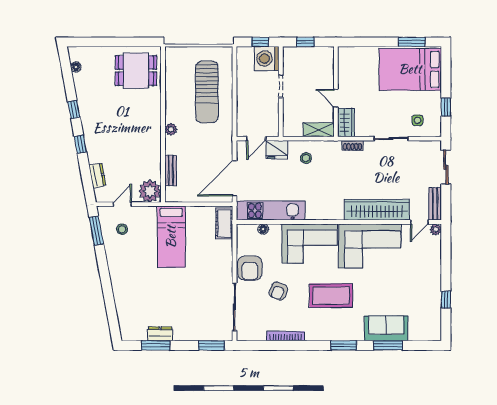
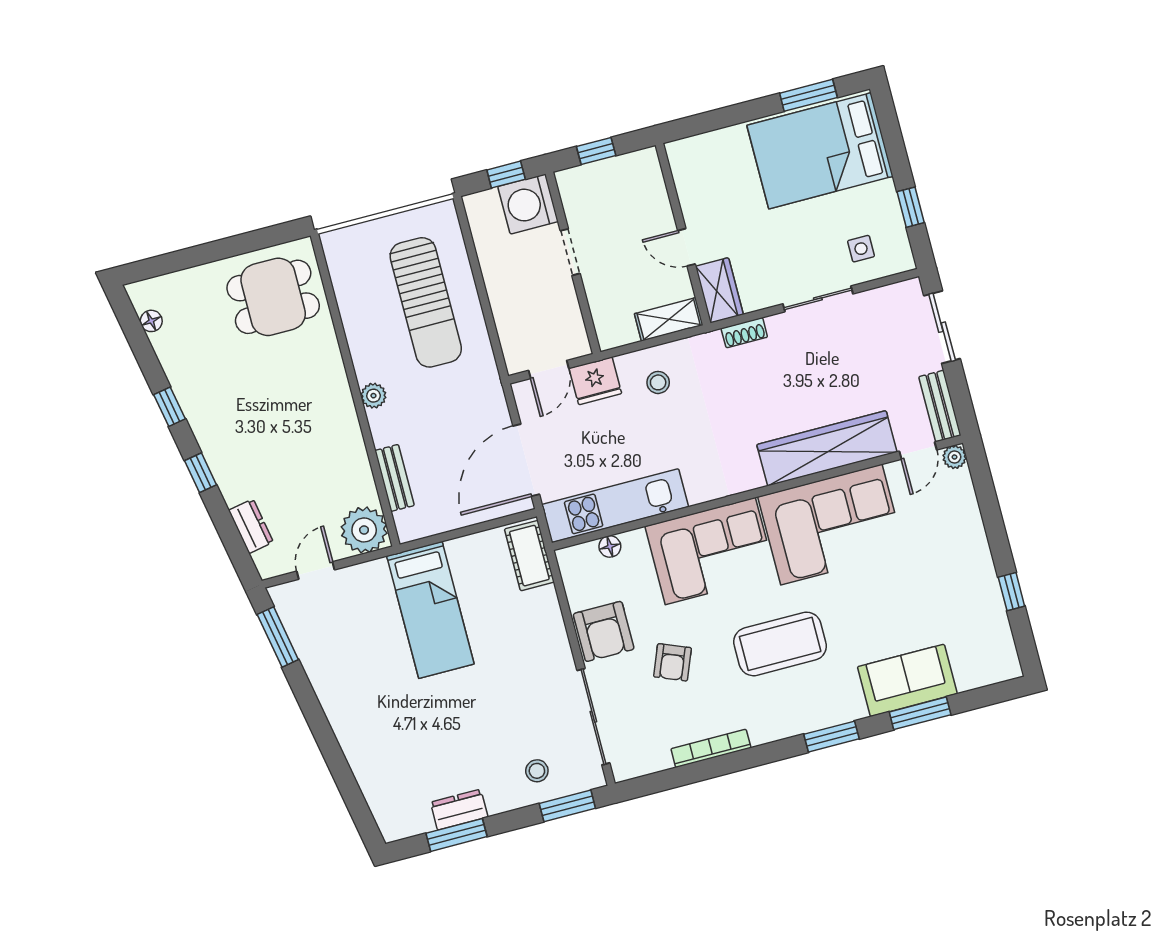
stool: (122, 229) -> (537, 771), moved

